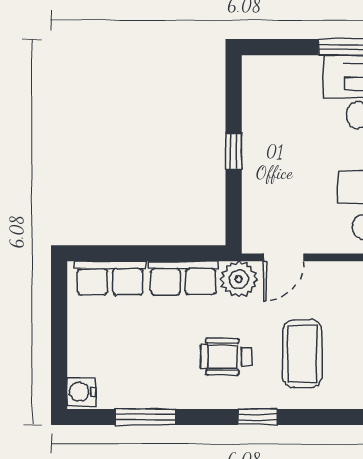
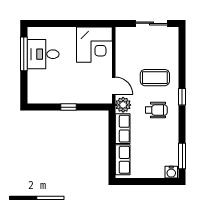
wheelchair: (226, 357) -> (156, 110), turned -90
window: (145, 417) -> (182, 156), moved

